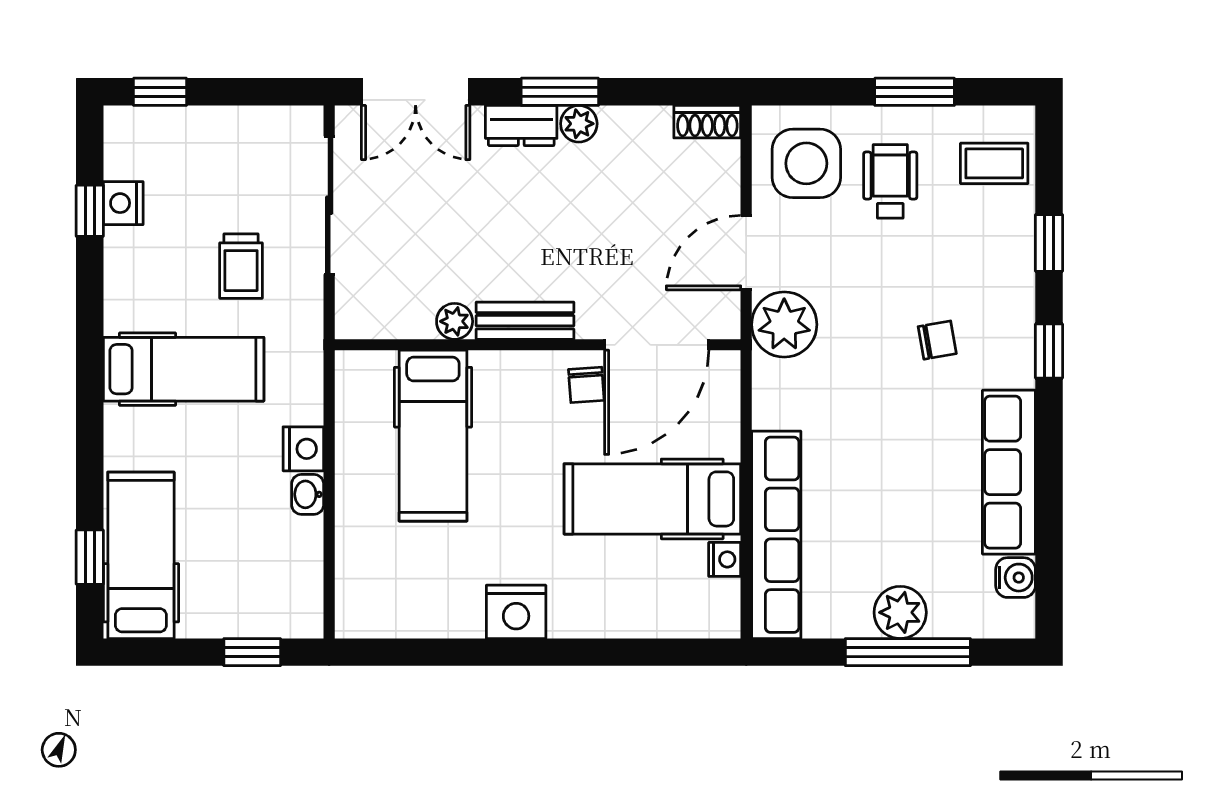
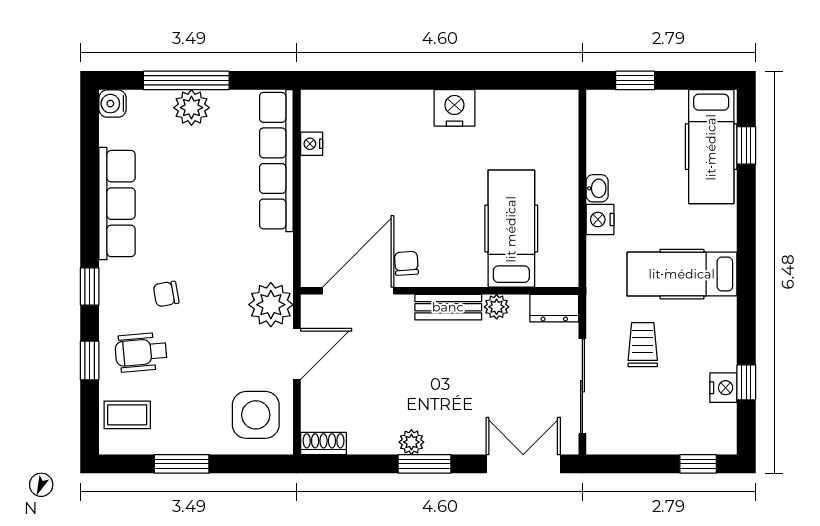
dresser: (521, 126) -> (554, 308), moved, turned 180
wheelchair: (890, 181) -> (141, 352), moved, turned 85
hospital bed: (652, 499) -> (361, 185), removed
water cooler: (1016, 578) -> (113, 104), moved

